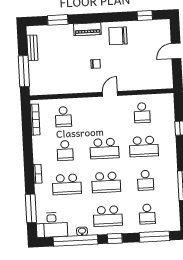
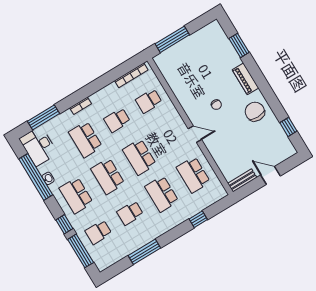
bench: (32, 48) -> (242, 180), moved
school desk: (142, 113) -> (193, 175), width x1.85
window: (115, 239) -> (64, 224), moved

